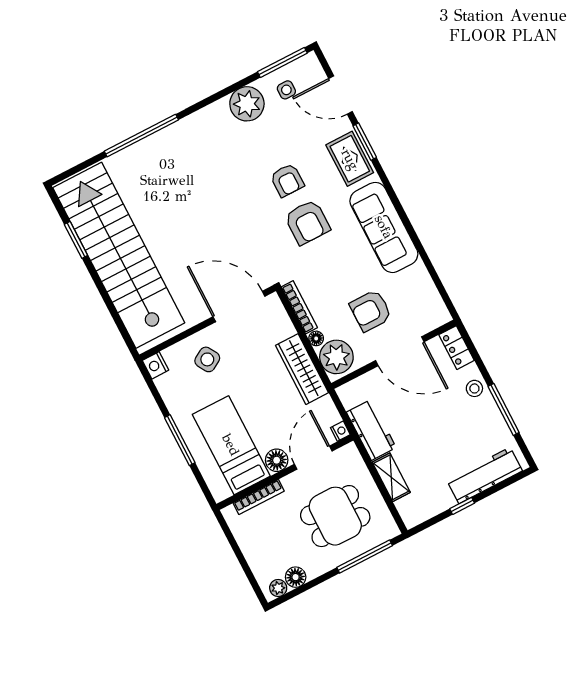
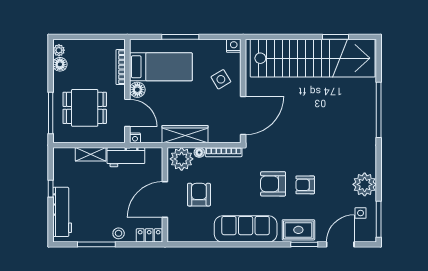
dining table: (335, 516) -> (85, 108), turned 90

